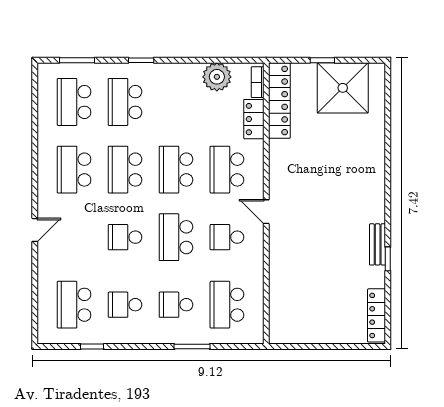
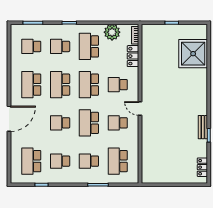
shower: (343, 88) -> (193, 54), moved
locker: (279, 100) -> (147, 46), removed
school desk: (74, 102) -> (31, 46), width x0.54
school desk: (125, 102) -> (60, 46), width x0.54
school desk: (176, 102) -> (89, 46), added
school desk: (227, 170) -> (118, 85), width x0.54
door: (35, 230) -> (9, 119), width x1.87
locker: (377, 315) -> (202, 167), width x0.66

